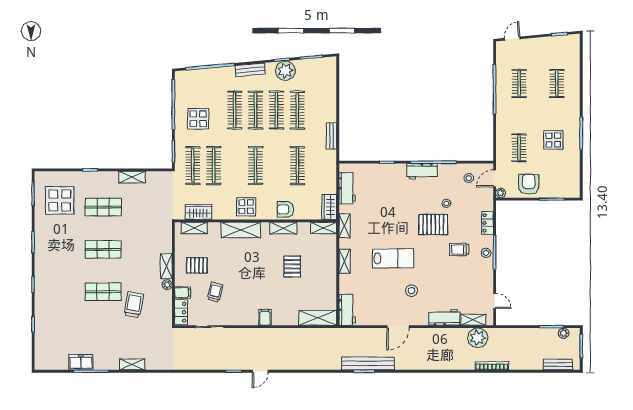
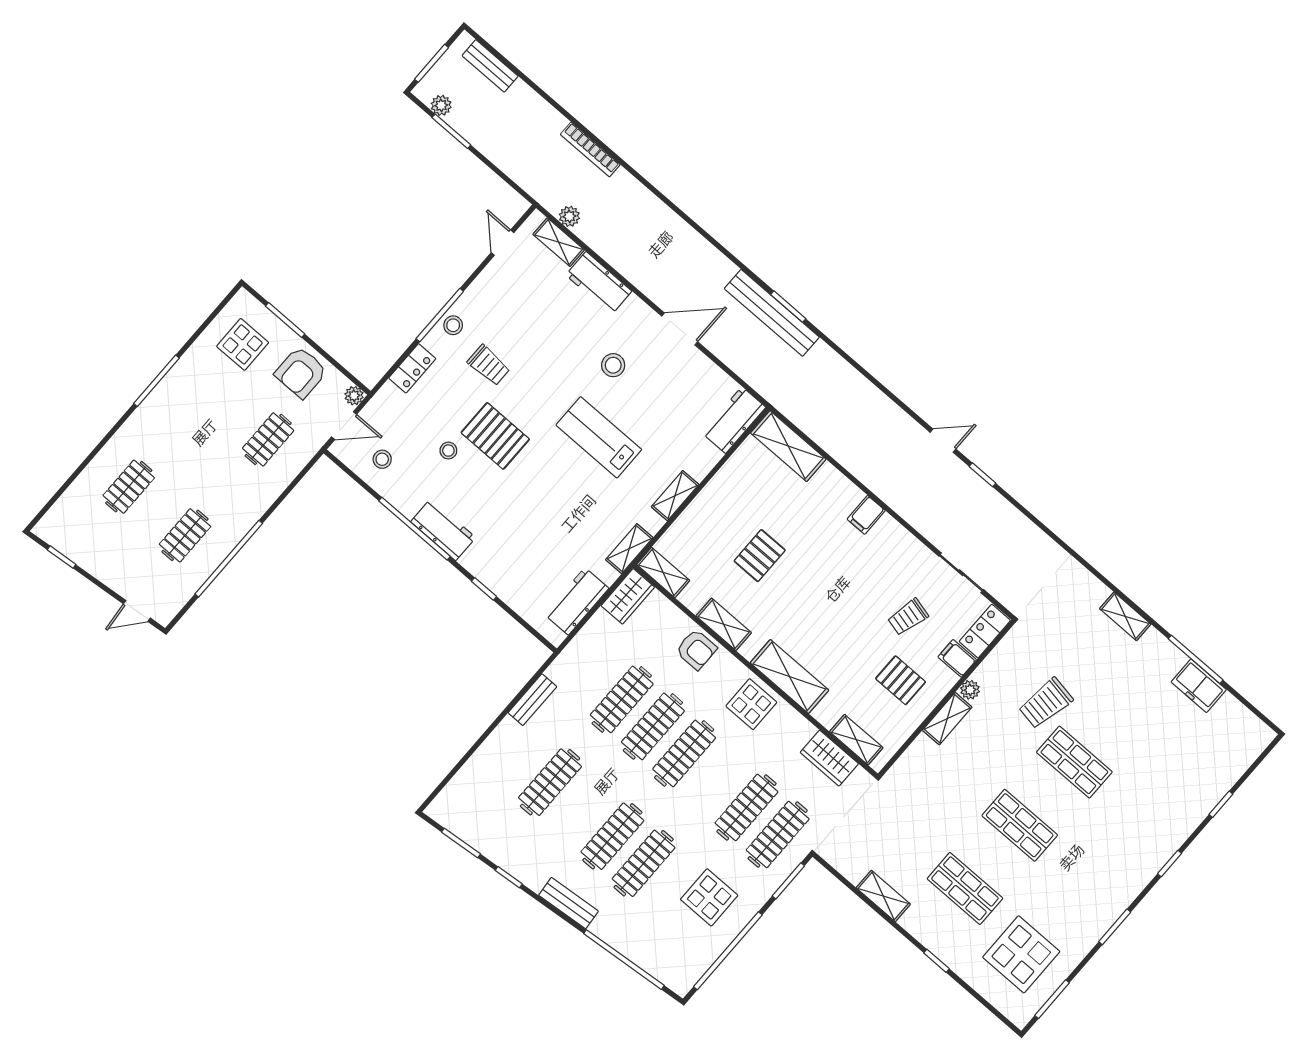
plant: (285, 71) -> (517, 856), removed
clothes rail: (276, 110) -> (653, 726), moved
display table: (553, 140) -> (243, 344), moved
plant: (478, 338) -> (569, 216), width x0.53, depth x0.53

